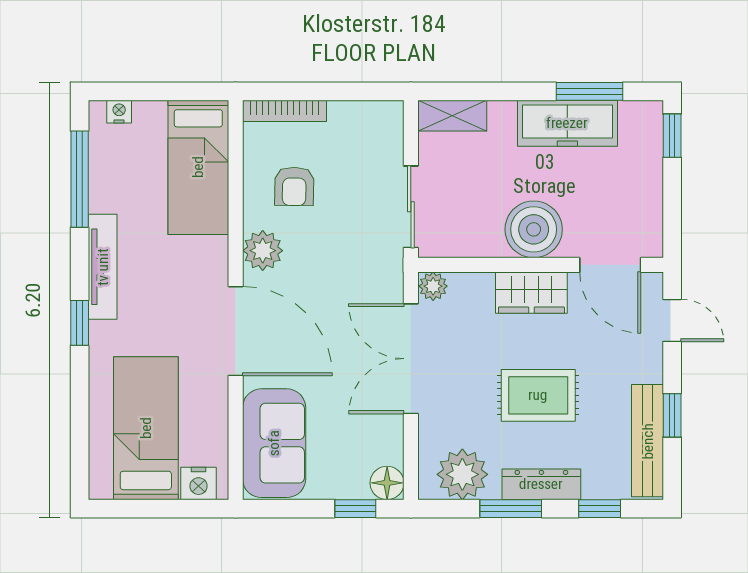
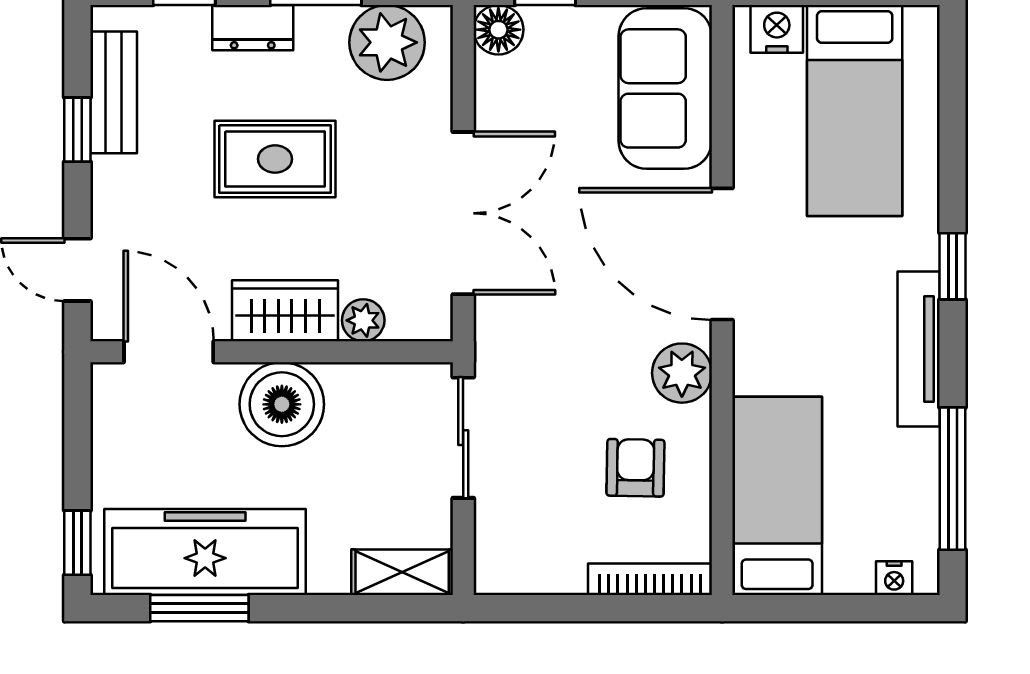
freezer: (567, 123) -> (205, 552), width x1.36, depth x1.26
plant: (433, 286) -> (363, 320), moved
bench: (648, 441) -> (114, 92), width x0.73
dresser: (541, 484) -> (253, 28), width x0.70

